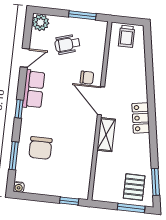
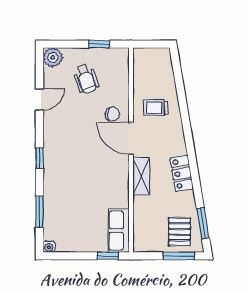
window: (82, 15) -> (99, 44), width x0.67
trolley: (126, 36) -> (156, 108), moved, turned 90
wheelchair: (67, 44) -> (86, 79), turned -92
row of seats: (34, 89) -> (119, 231), moved, turned 180
locker: (141, 118) -> (182, 173), moved
chair: (40, 148) -> (69, 199), removed

